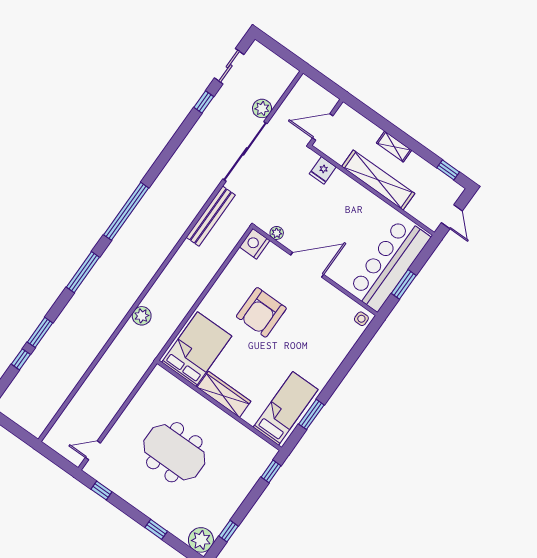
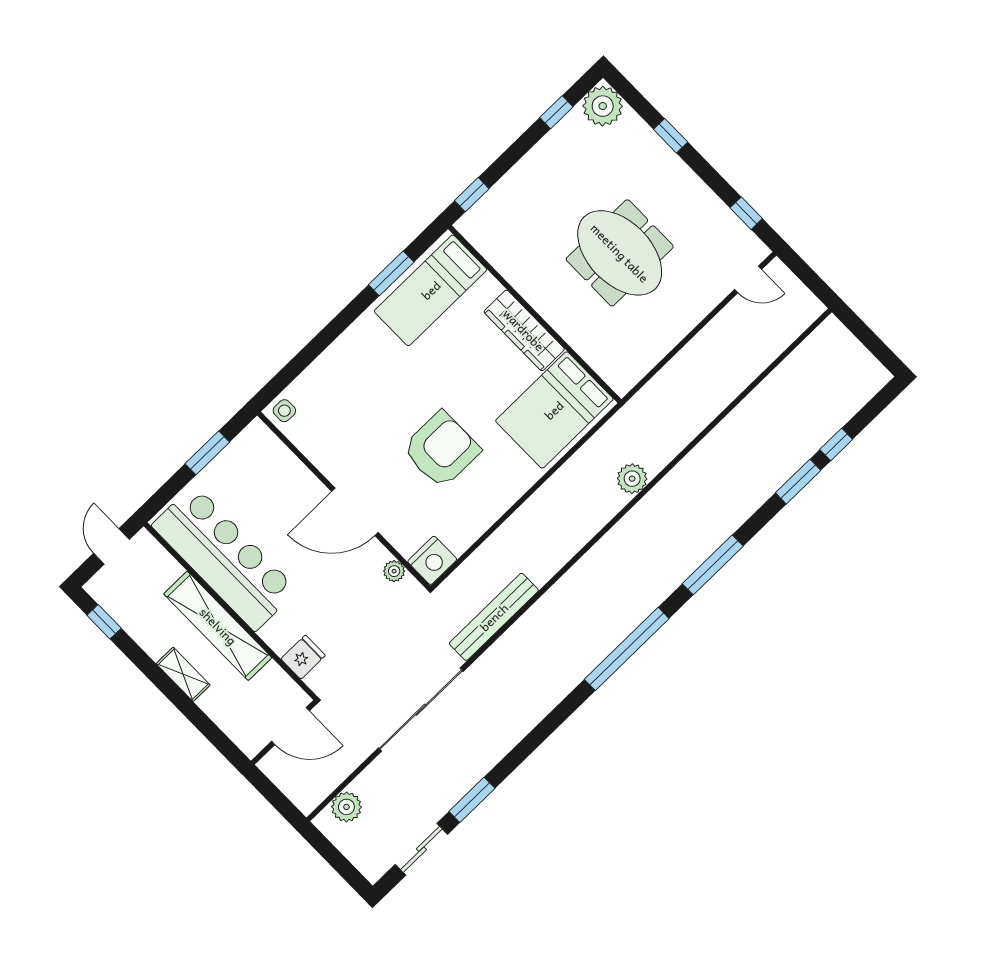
window: (204, 102) -> (472, 800), width x1.50
plant: (262, 108) -> (346, 807), moved
bar counter: (389, 264) -> (225, 558), moved, turned -90

